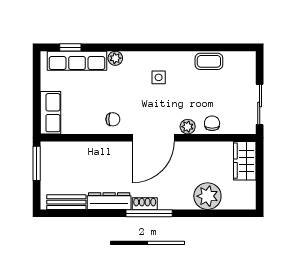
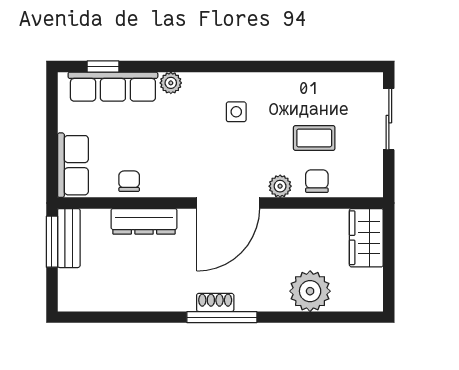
coffee table: (209, 61) -> (314, 138), moved
sliding door: (260, 105) -> (389, 119), moved
chair: (113, 119) -> (129, 181), moved, turned -90
dresser: (109, 201) -> (144, 221), moved, turned 180
bench: (66, 202) -> (69, 238), moved, turned 90

